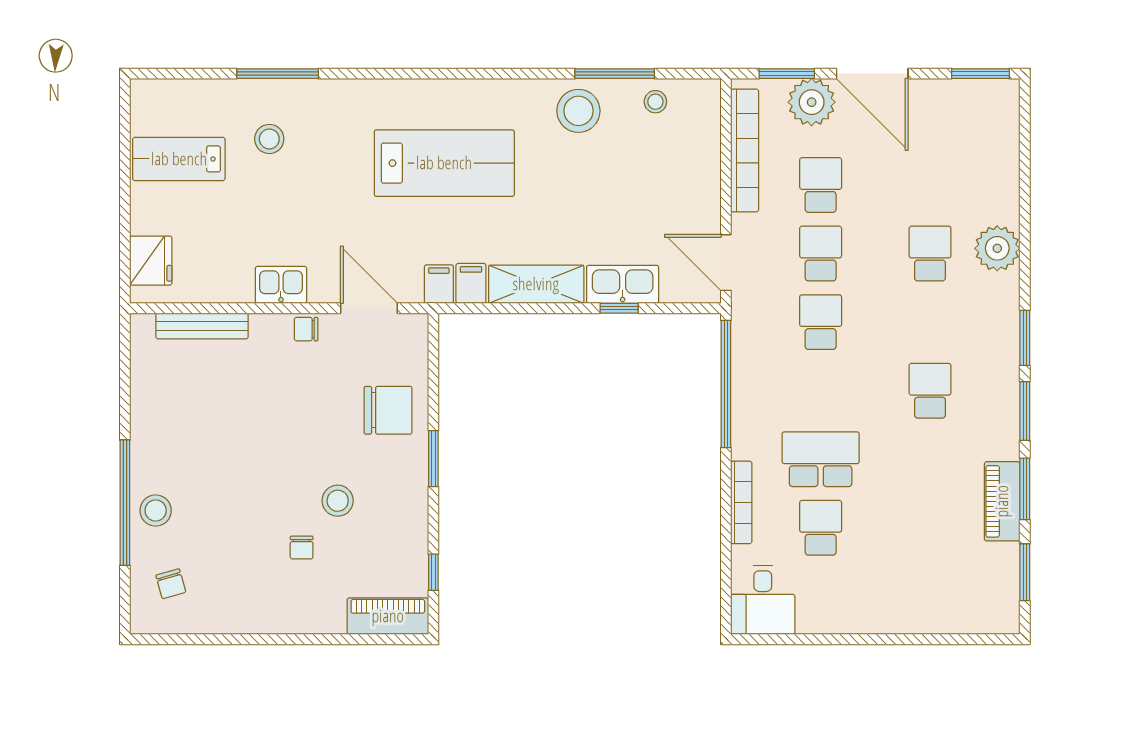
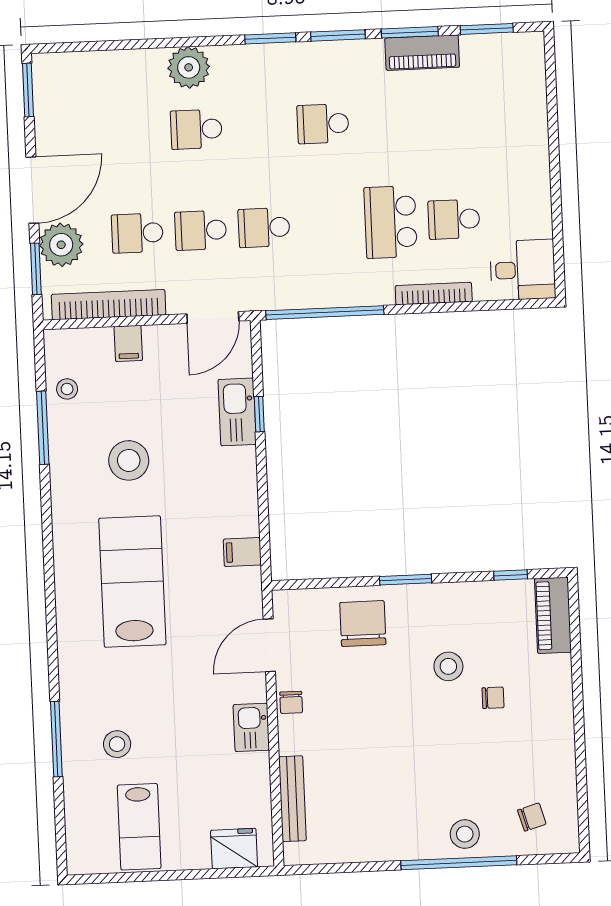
stool: (578, 111) -> (129, 460), moved
filing cabinet: (439, 284) -> (128, 343), moved, turned -90
shelving: (536, 284) -> (241, 492), removed

